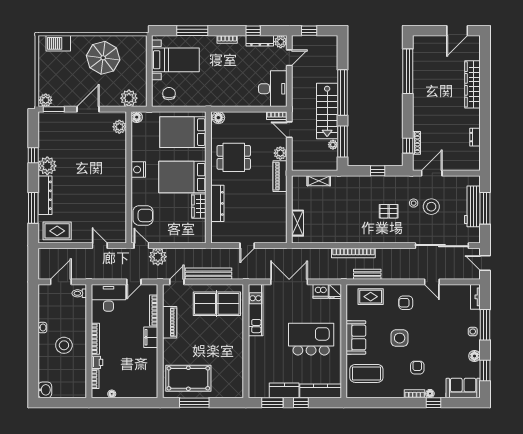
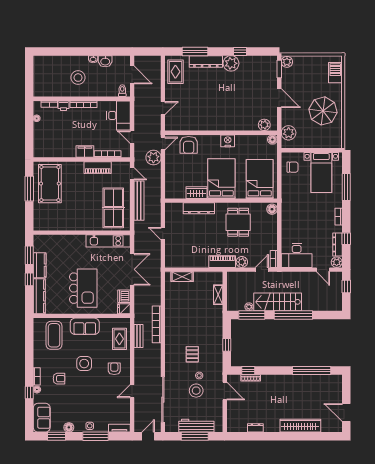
washbasin: (45, 390) -> (105, 61), moved

